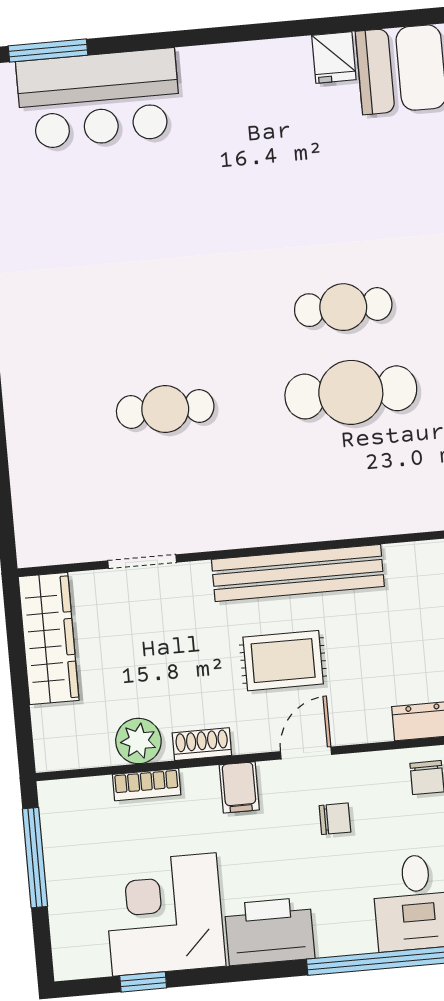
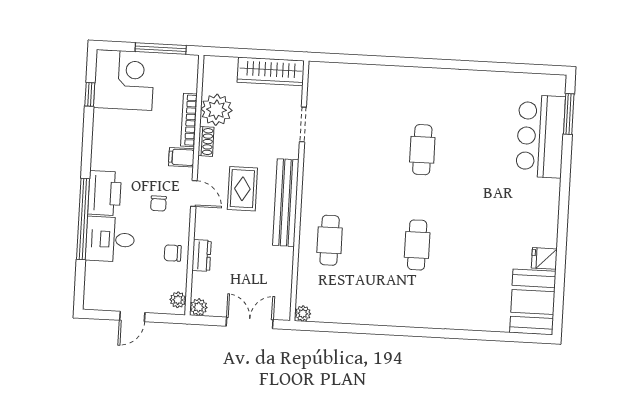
cafe table: (351, 392) -> (330, 240), moved, width x0.73, depth x0.74
cafe table: (165, 409) -> (422, 150), moved
plant: (138, 741) -> (216, 110), width x1.36, depth x1.36
bookcase: (147, 785) -> (189, 120), width x1.56
corner desk: (164, 914) -> (124, 80), moved
printer: (270, 931) -> (105, 193), moved

